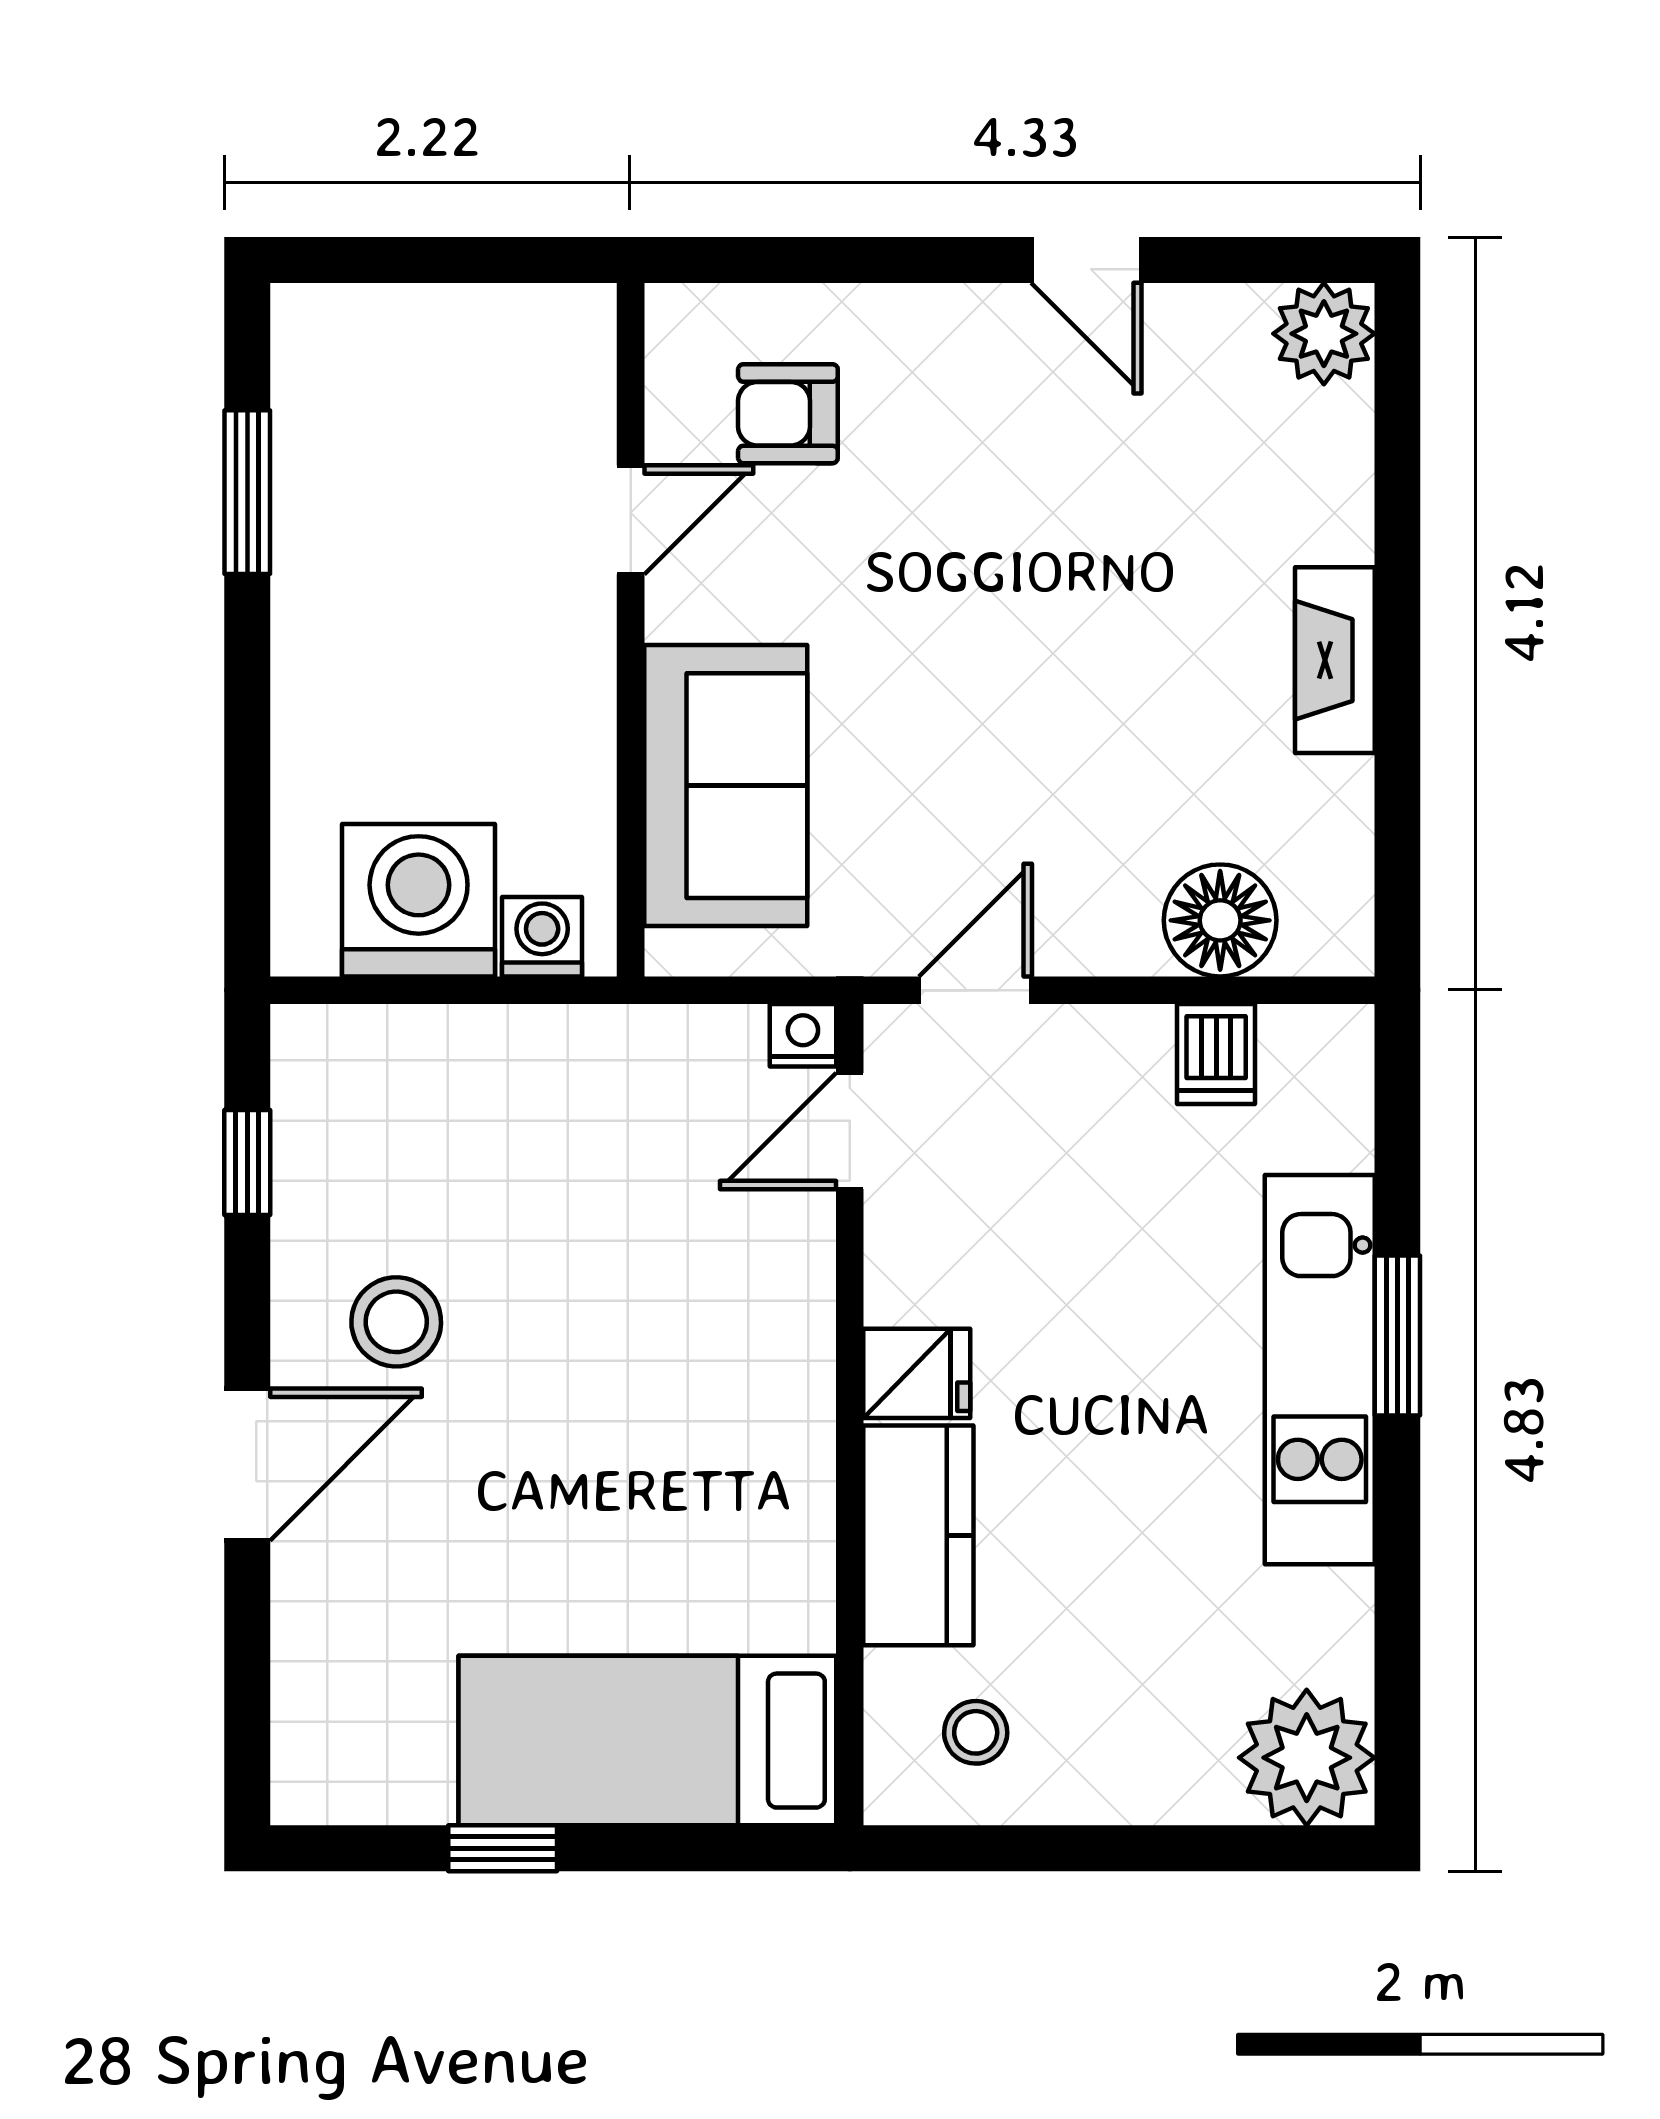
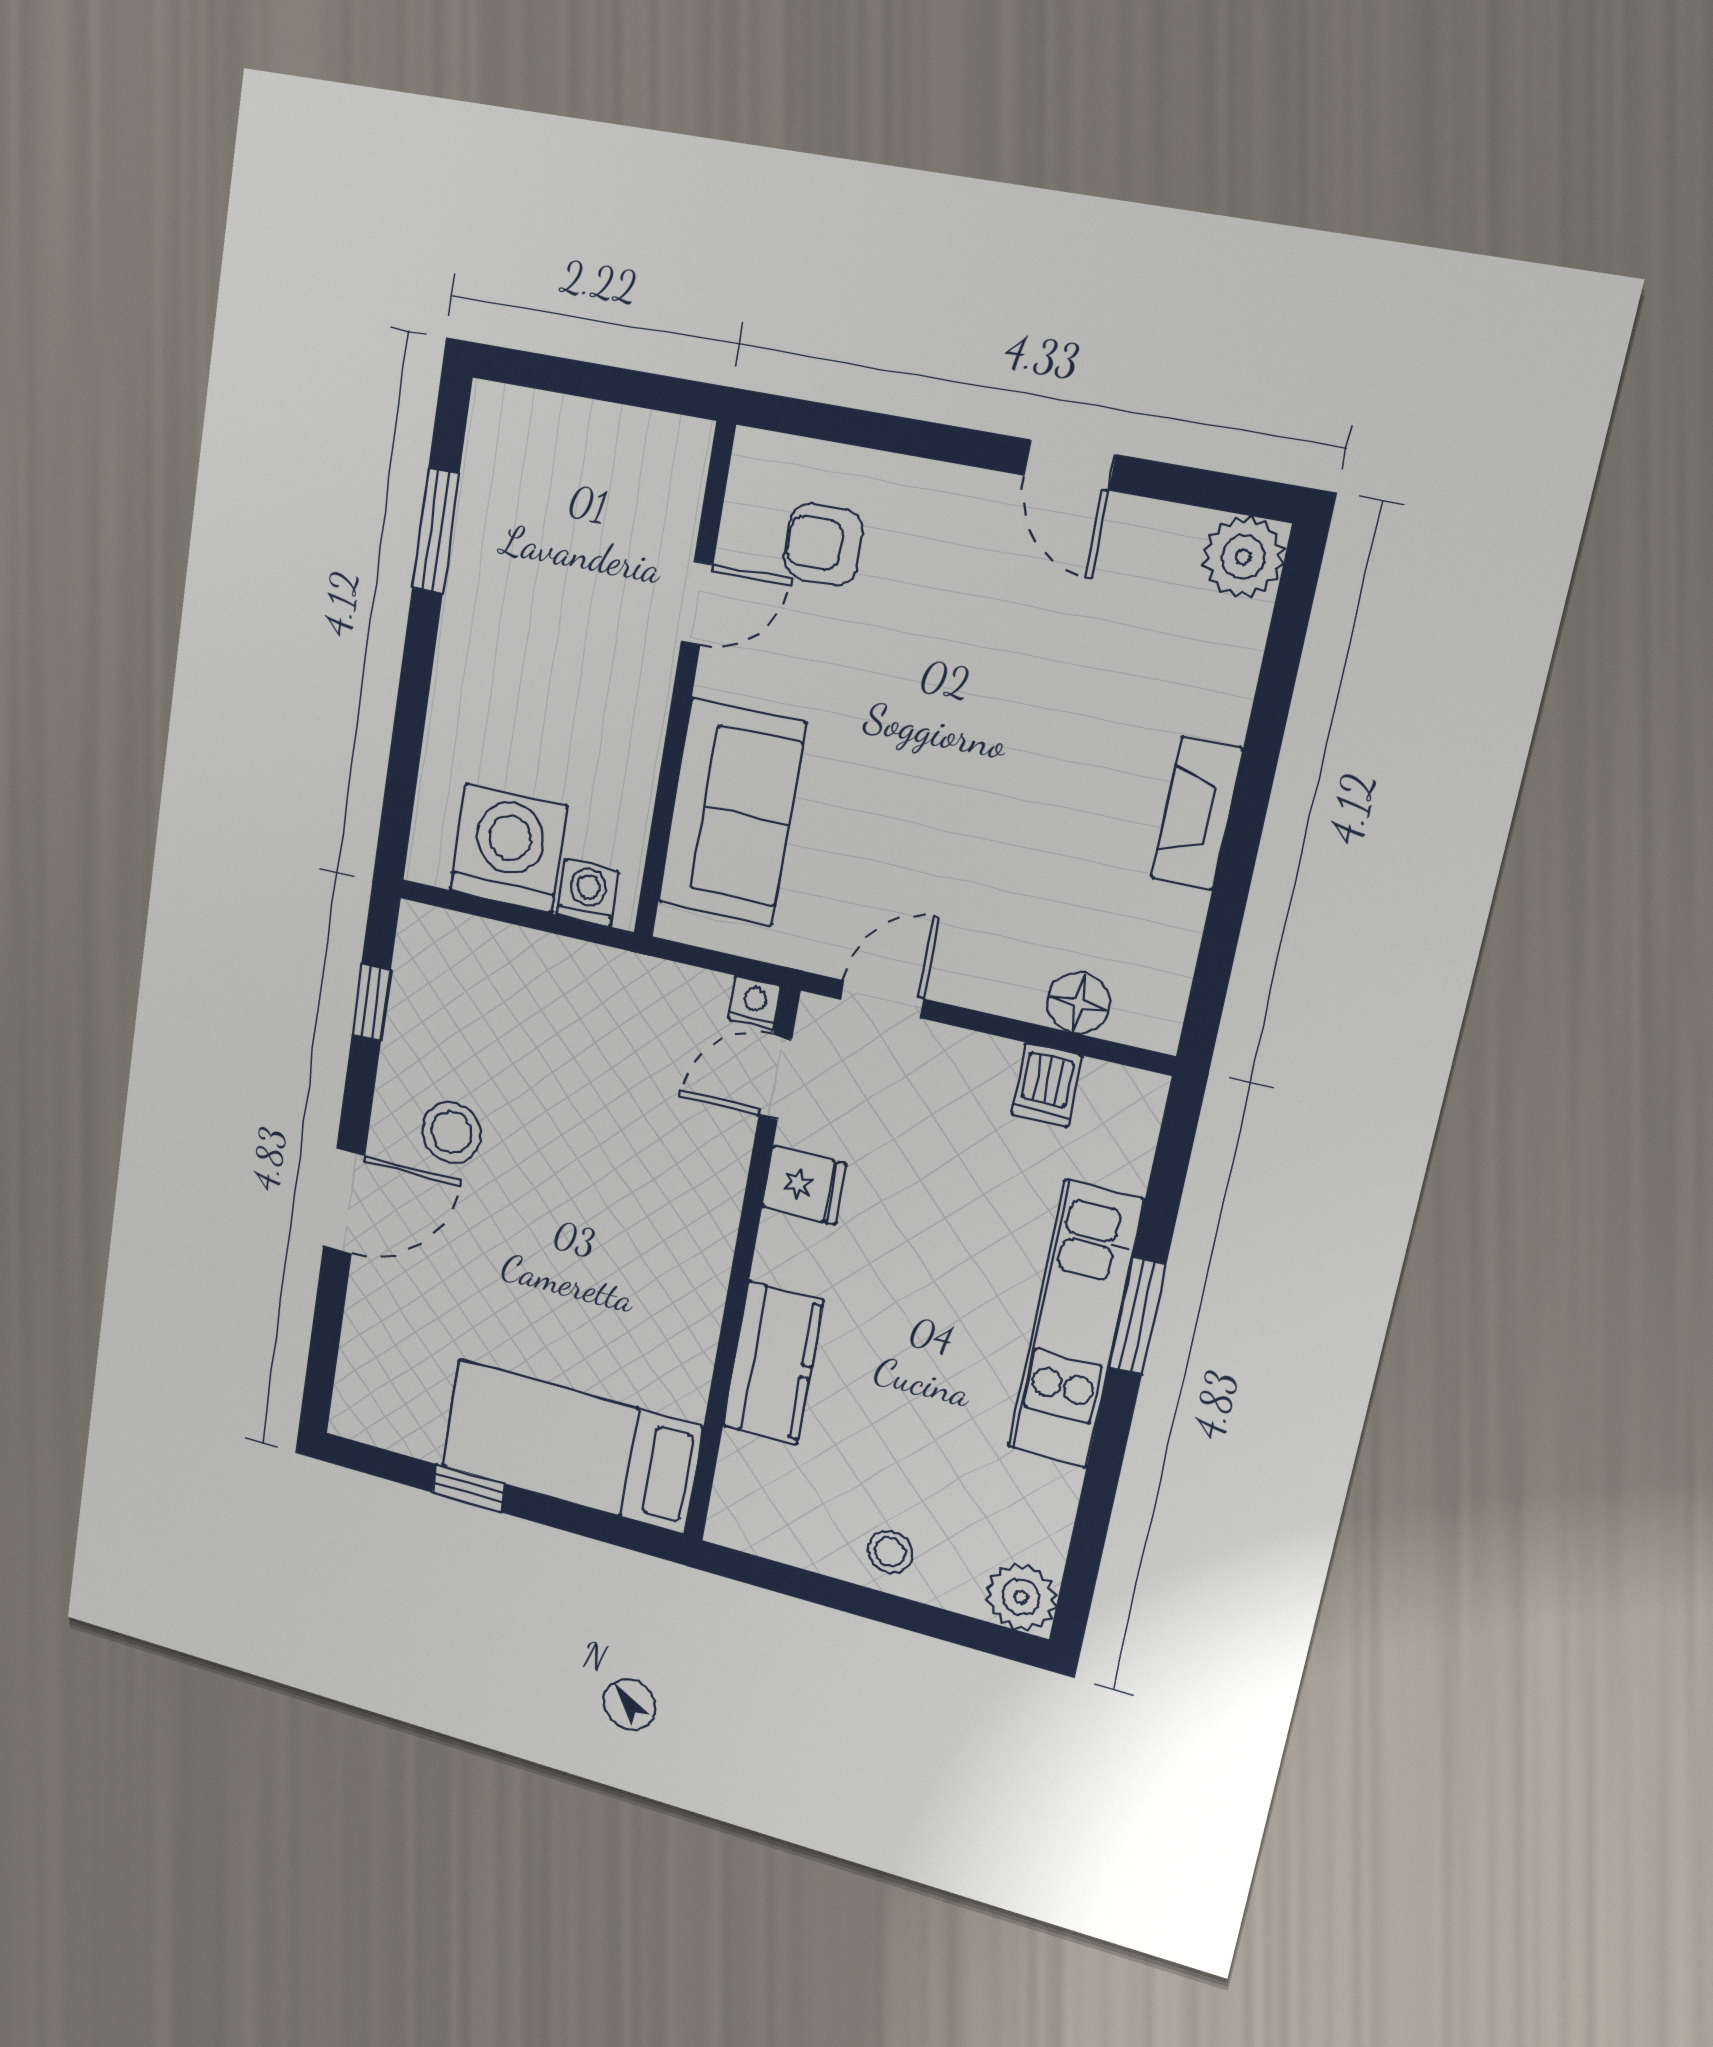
floor lamp: (1220, 920) -> (1078, 1003), width x0.73, depth x0.73
fridge: (917, 1373) -> (804, 1185), moved
stool: (976, 1732) -> (890, 1552), moved
plant: (1307, 1758) -> (1021, 1597), width x0.73, depth x0.73

